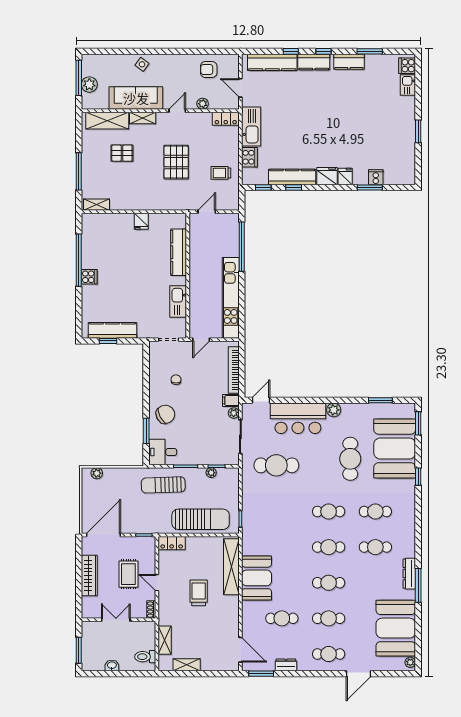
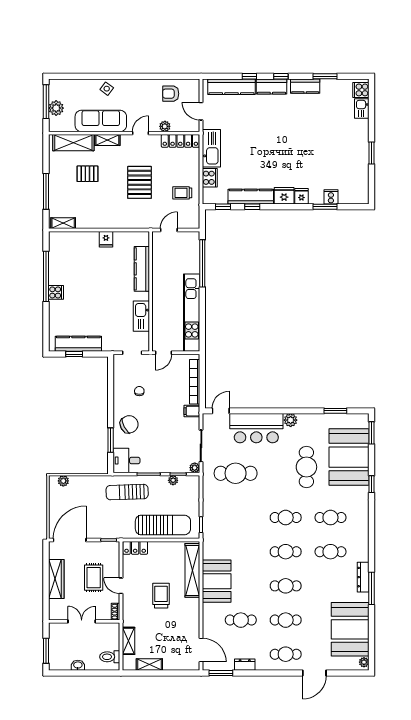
locker: (226, 119) -> (180, 141), width x1.53
plant: (234, 413) -> (195, 468), moved

